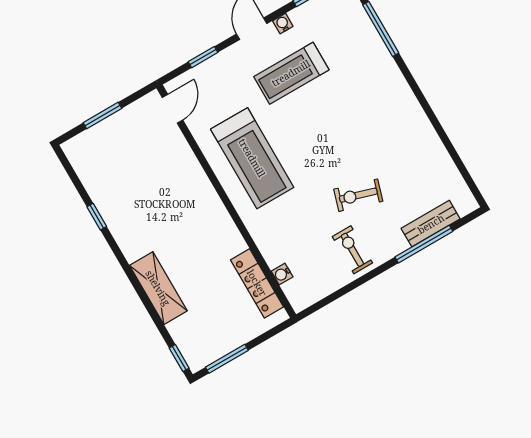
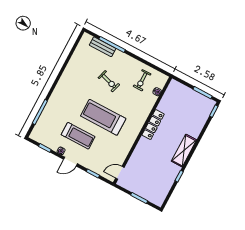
treadmill: (252, 158) -> (103, 117), moved, turned -90
exercise bike: (352, 250) -> (142, 80), moved
locker: (257, 283) -> (153, 125), moved
shelving: (158, 288) -> (184, 151), moved

